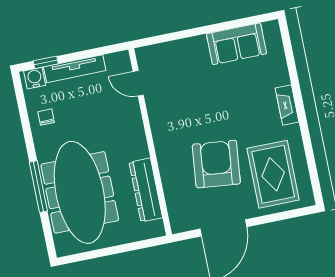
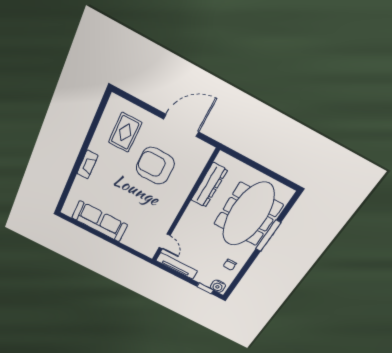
sofa: (237, 44) -> (100, 221), width x1.36
tv unit: (75, 69) -> (177, 266), moved
armchair: (216, 164) -> (155, 166), turned 84
rug: (273, 174) -> (125, 132), width x0.73, depth x0.70

